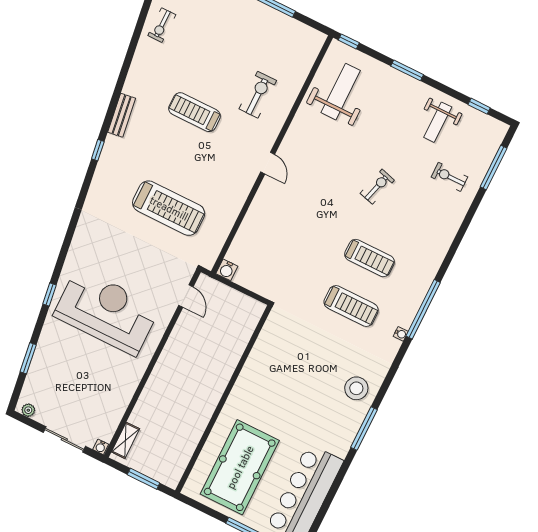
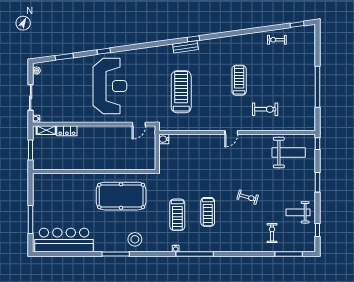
bench: (122, 115) -> (185, 47), moved
treadmill: (169, 208) -> (181, 92), turned 180
locker: (142, 410) -> (67, 131), added
pool table: (240, 467) -> (121, 196), moved

